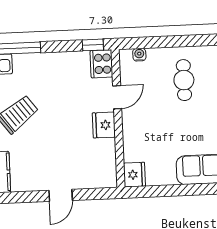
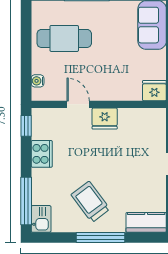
cooker: (101, 64) -> (42, 154), moved, turned -90
cafe table: (184, 80) -> (64, 38), width x1.37, depth x1.35

